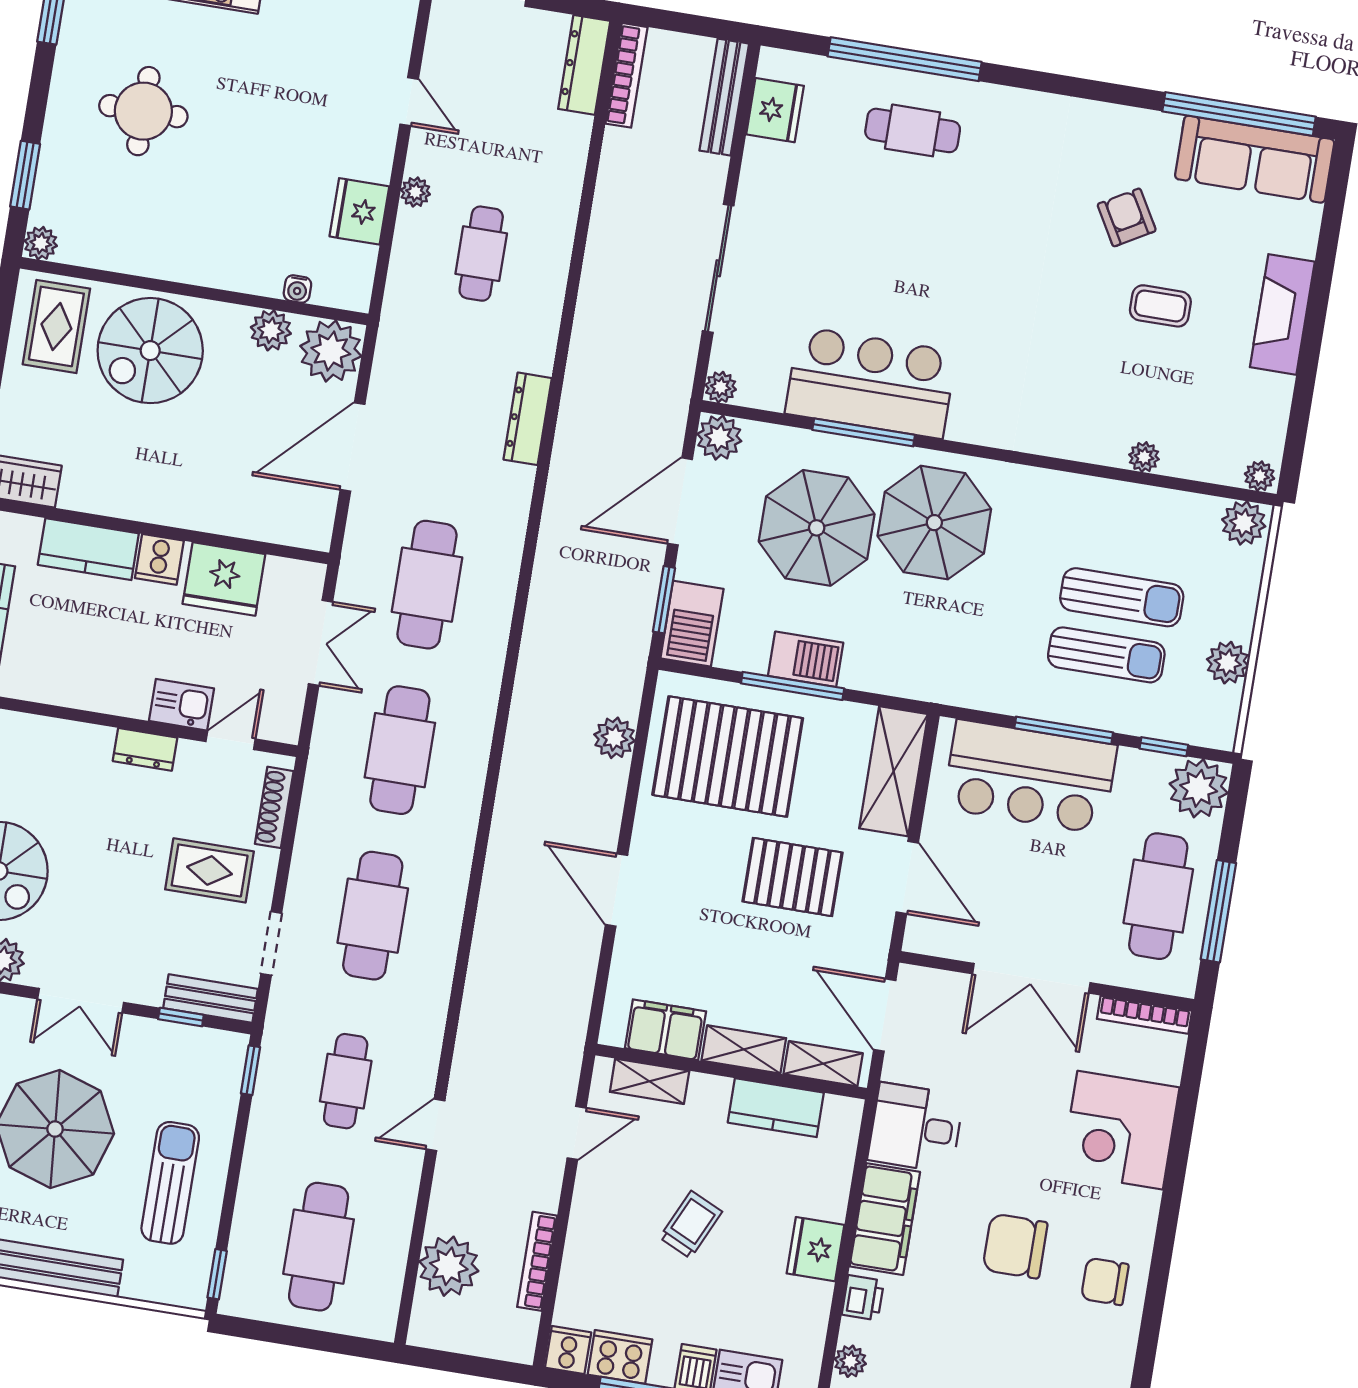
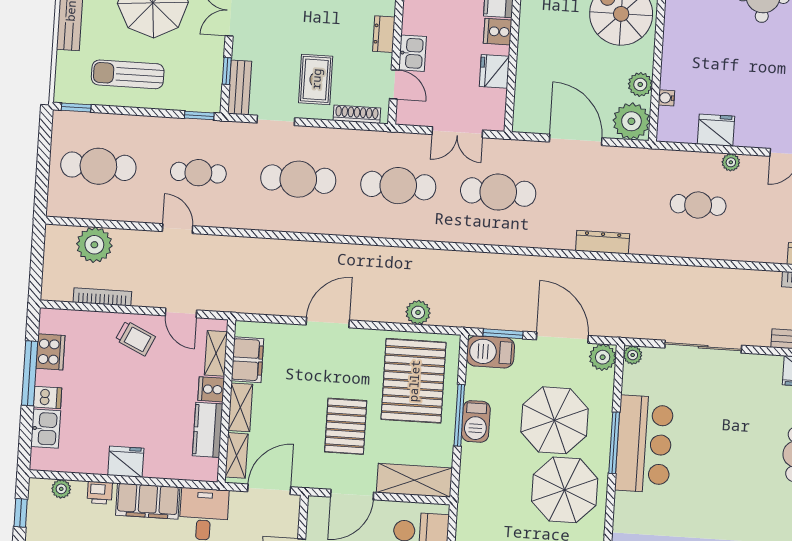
fridge: (224, 579) -> (494, 71), width x0.73, depth x0.75
sun lounger: (170, 1183) -> (128, 74), turned 180
trolley: (691, 1225) -> (135, 338), moved
cooker: (568, 1350) -> (211, 389), moved, turned 180

